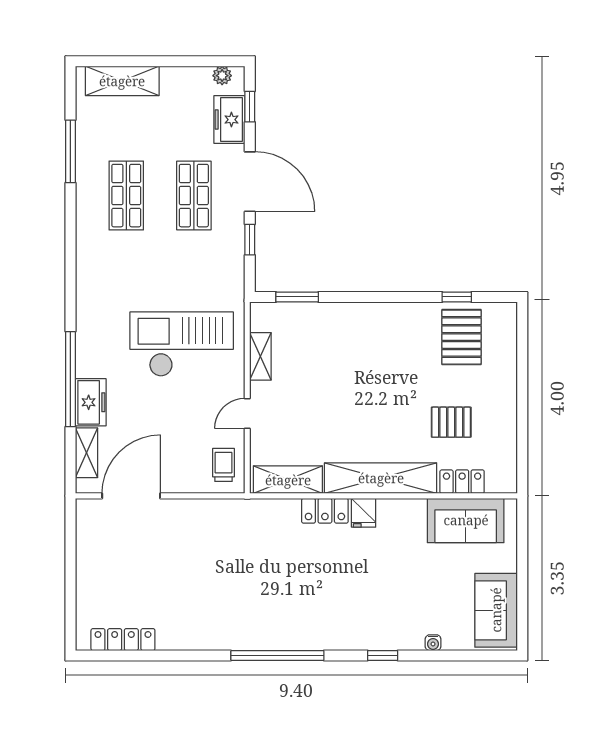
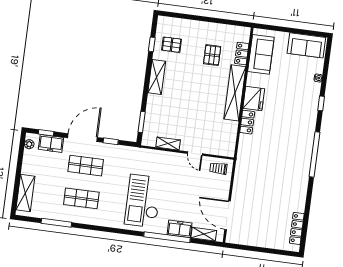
pallet: (461, 337) -> (172, 45), width x0.67, depth x0.71
checkout: (182, 344) -> (143, 201), moved
shelving: (288, 480) -> (157, 77), moved
fridge: (364, 513) -> (254, 99), width x1.88, depth x1.34

